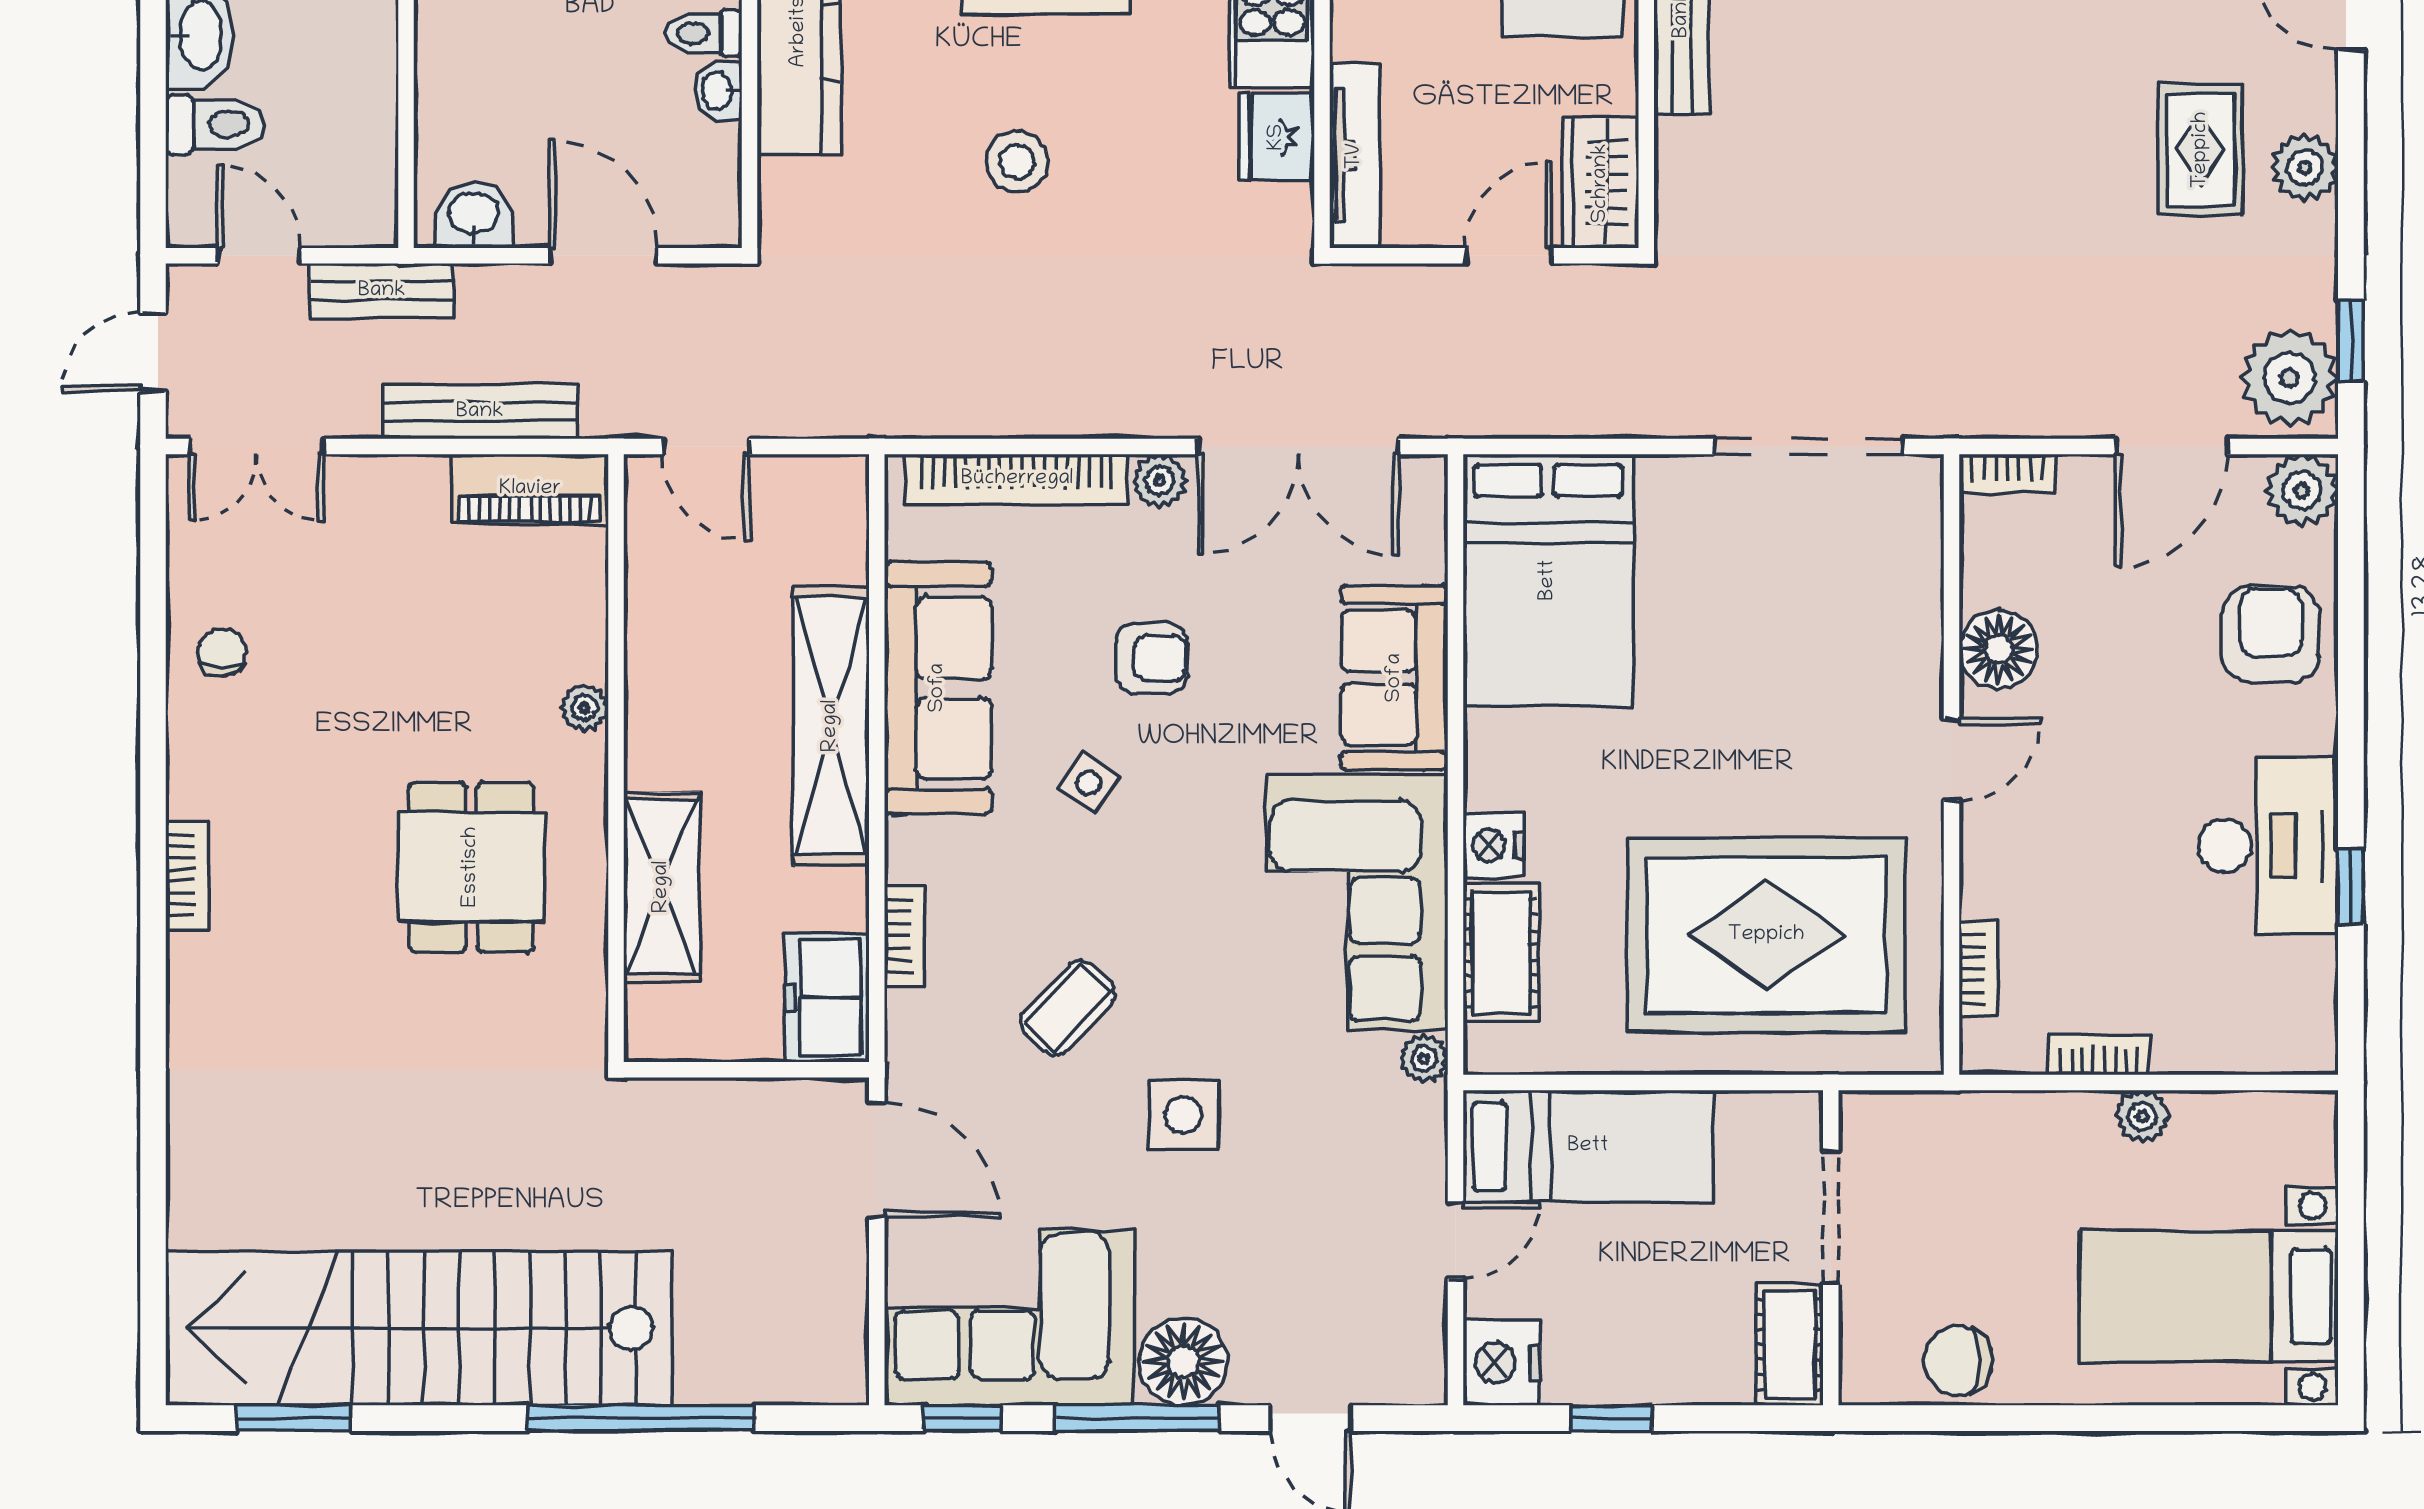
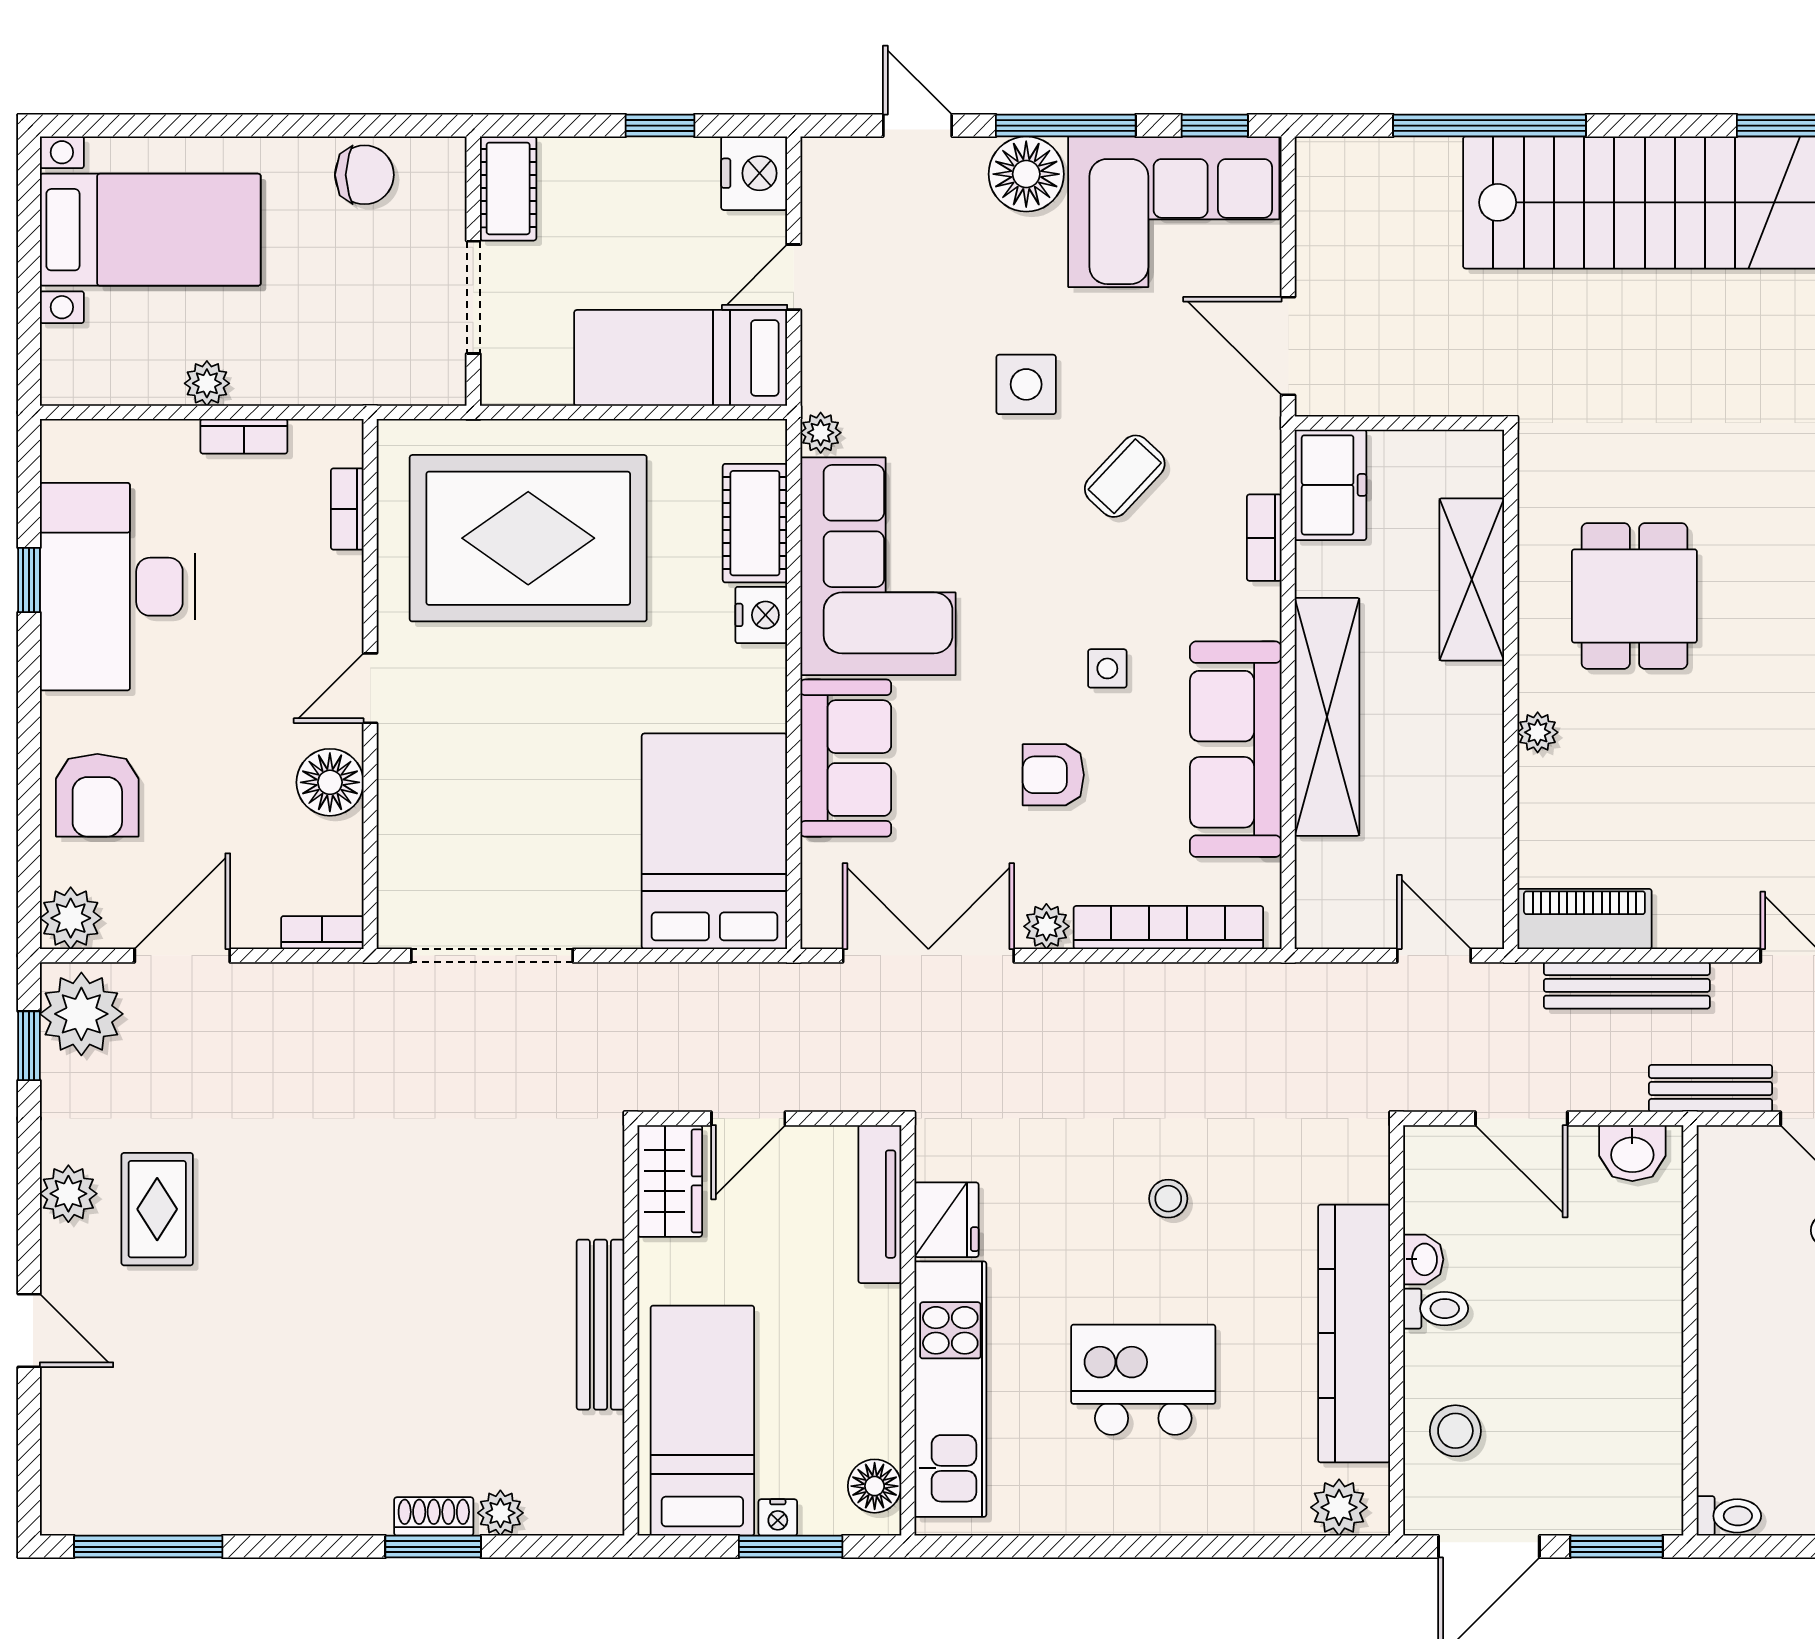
stool: (1017, 162) -> (1168, 1199), width x0.73, depth x0.73
side table: (1088, 783) -> (1107, 668), turned -34
desk: (2268, 846) -> (117, 587), width x1.36, depth x1.30

